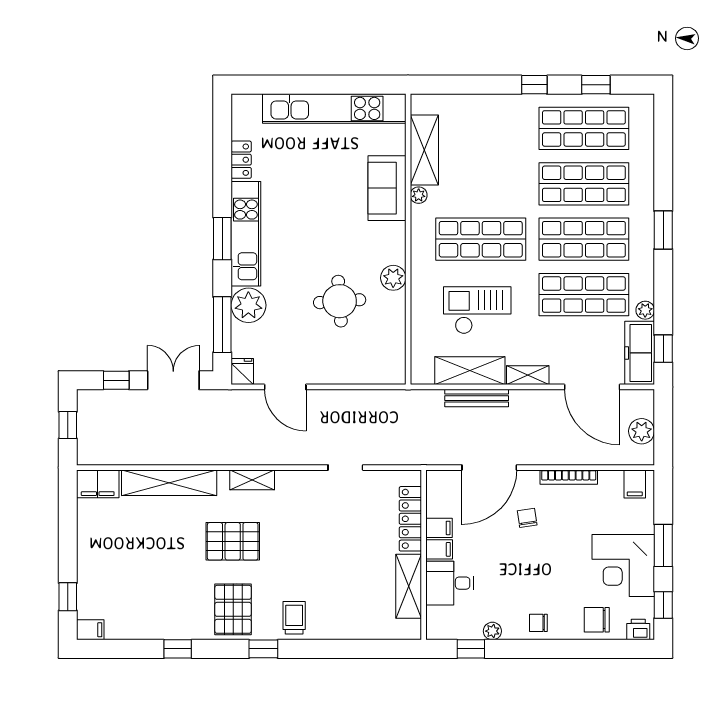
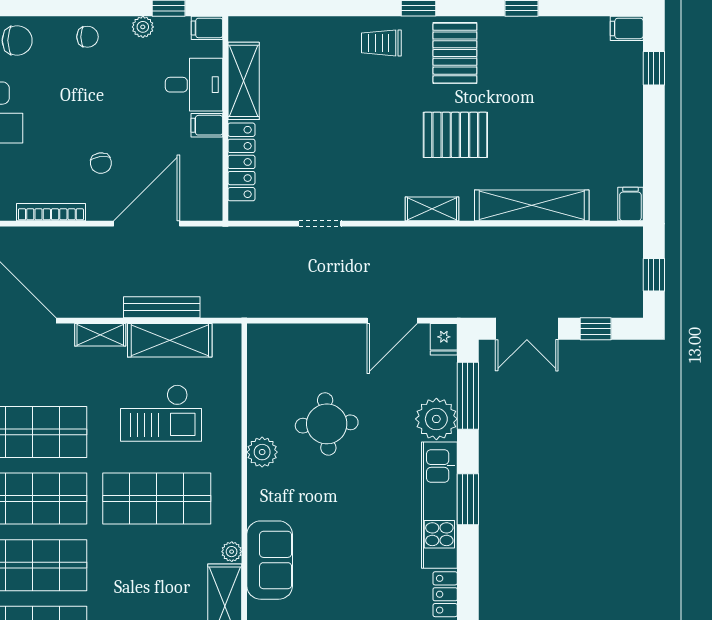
door: (285, 387) -> (392, 321), swing flipped
filing cabinet: (98, 484) -> (630, 204), width x0.50
filing cabinet: (439, 528) -> (207, 28), moved
trolley: (294, 618) -> (381, 43), turned 90

